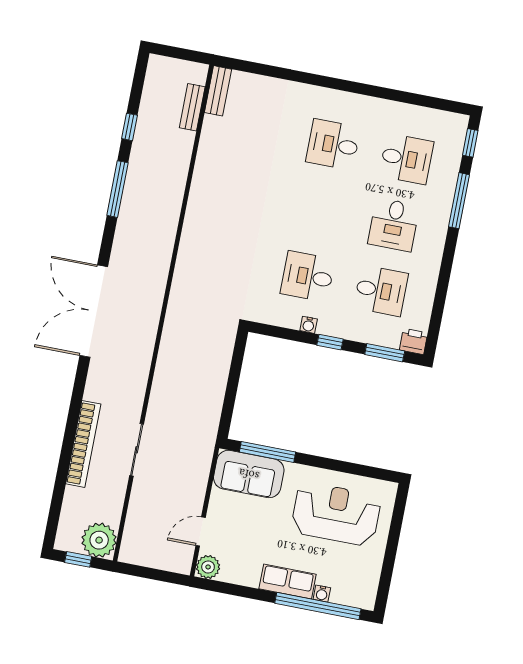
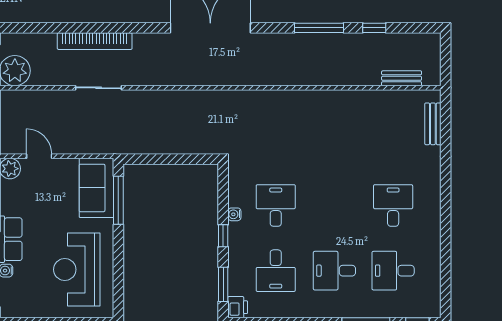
bench: (218, 91) -> (433, 124), moved, turned 90
desk: (406, 159) -> (393, 271), turned 90
reception desk: (336, 514) -> (77, 270), turned 180

